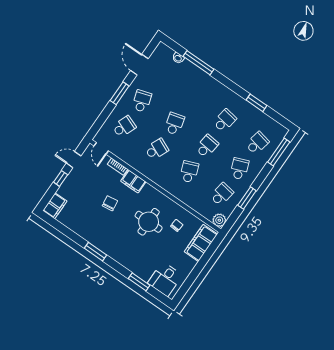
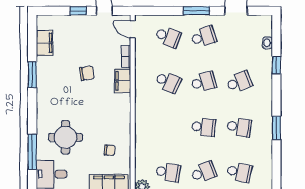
window: (199, 63) -> (276, 65), width x0.46
window: (256, 103) -> (276, 128), moved
door: (101, 148) -> (133, 29), hinge flipped
school desk: (189, 172) -> (239, 82), moved
filing cabinet: (55, 206) -> (45, 43), moved, turned -90
round table: (149, 222) -> (65, 137), moved
window: (96, 252) -> (32, 75), moved
window: (139, 282) -> (32, 152), width x1.44

